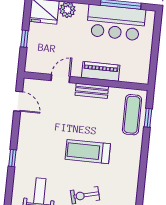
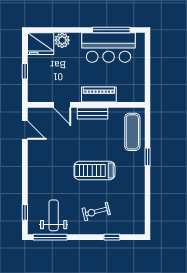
door: (60, 78) -> (62, 105), swing flipped
window: (148, 118) -> (148, 157), moved
window: (12, 158) -> (25, 212), moved

